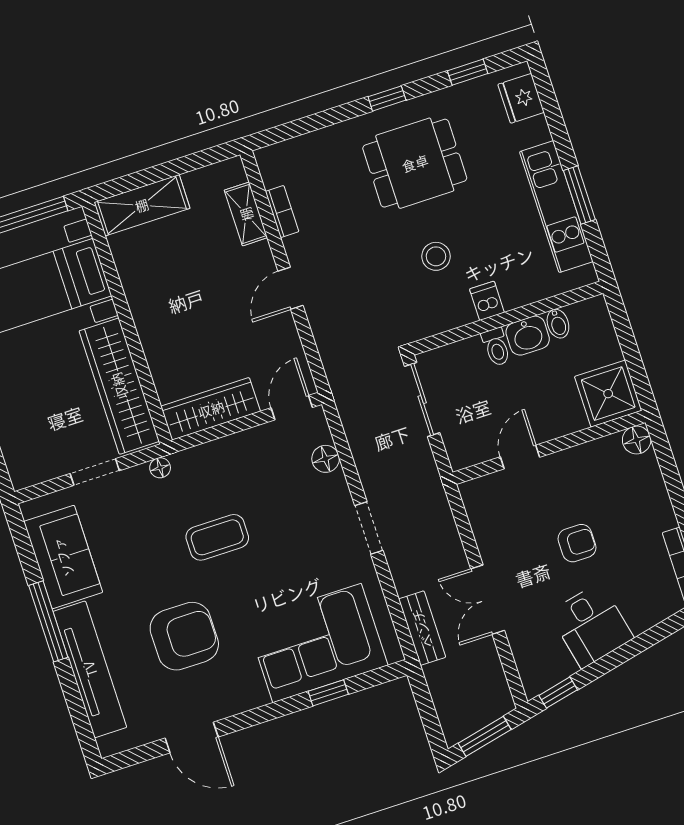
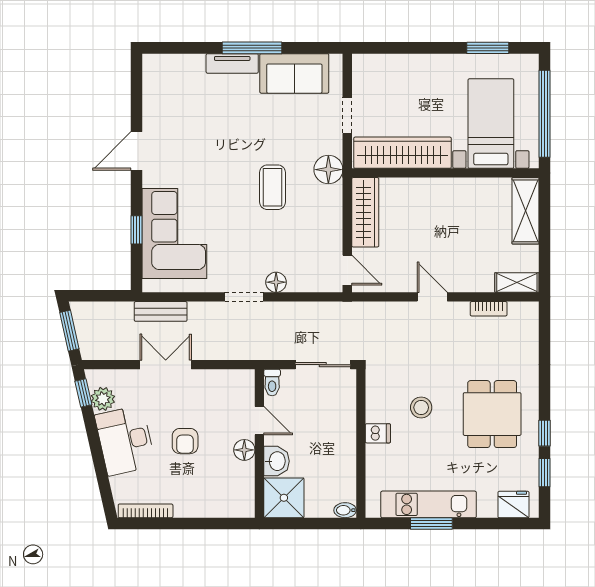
window: (387, 98) -> (544, 433), moved
shelving: (246, 214) -> (517, 283), moved
bidet: (558, 324) -> (345, 510), moved
washbasin: (528, 336) -> (276, 461), moved, turned 180
toilet: (496, 347) -> (272, 382), moved, turned -90
floor lamp: (637, 440) -> (244, 450), moved
floor lamp: (326, 459) -> (276, 282), moved
floor lamp: (160, 468) -> (328, 170), width x1.89, depth x1.89
desk: (591, 625) -> (125, 440), width x1.37
armchair: (184, 636) -> (210, 141), removed
plant: (557, 665) -> (103, 399), added
tv unit: (90, 669) -> (232, 63), width x0.52, depth x0.78
door: (192, 737) -> (137, 151), moved

